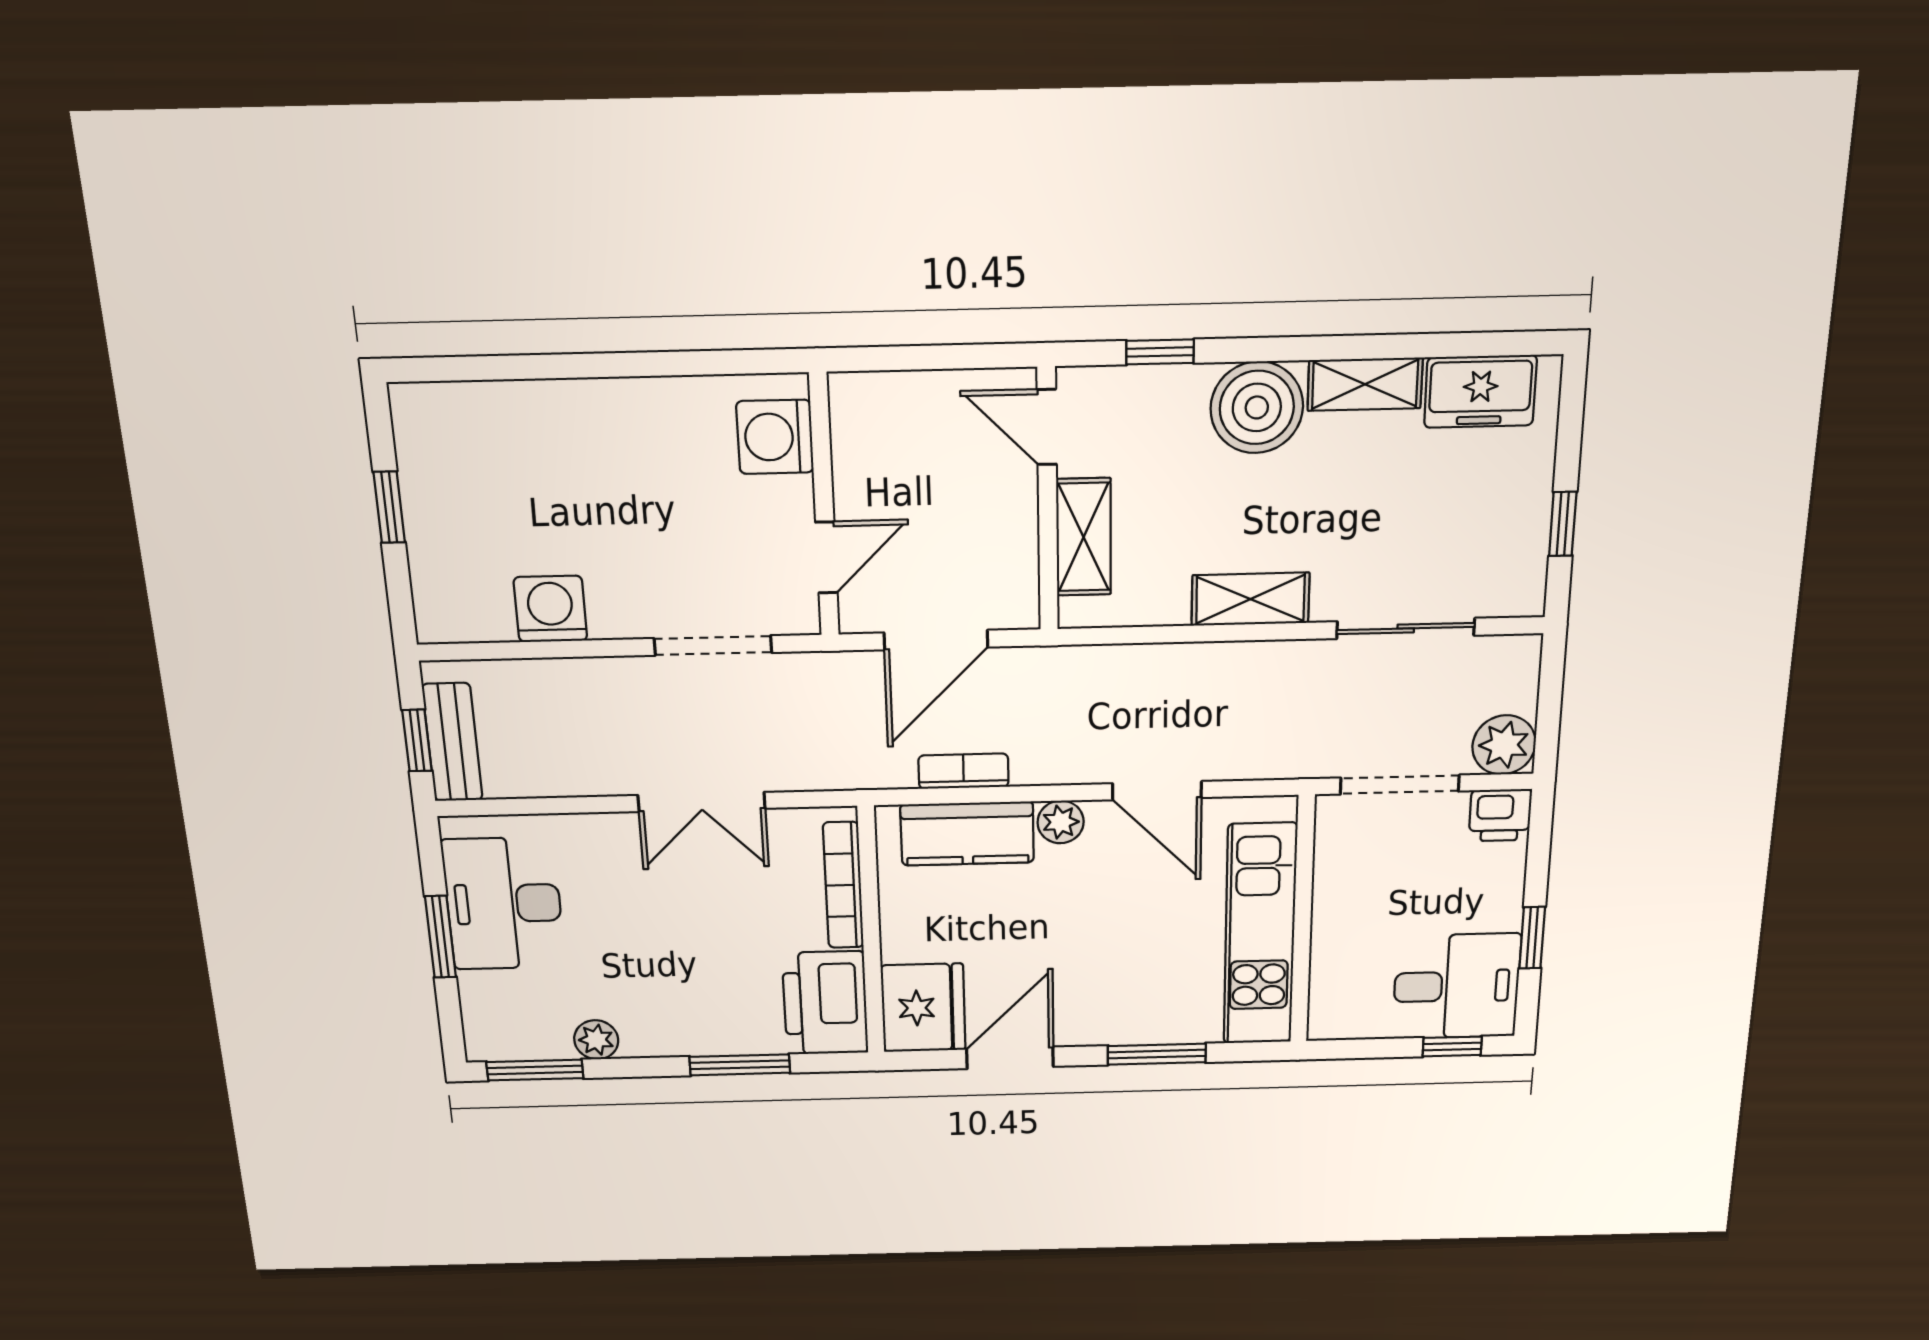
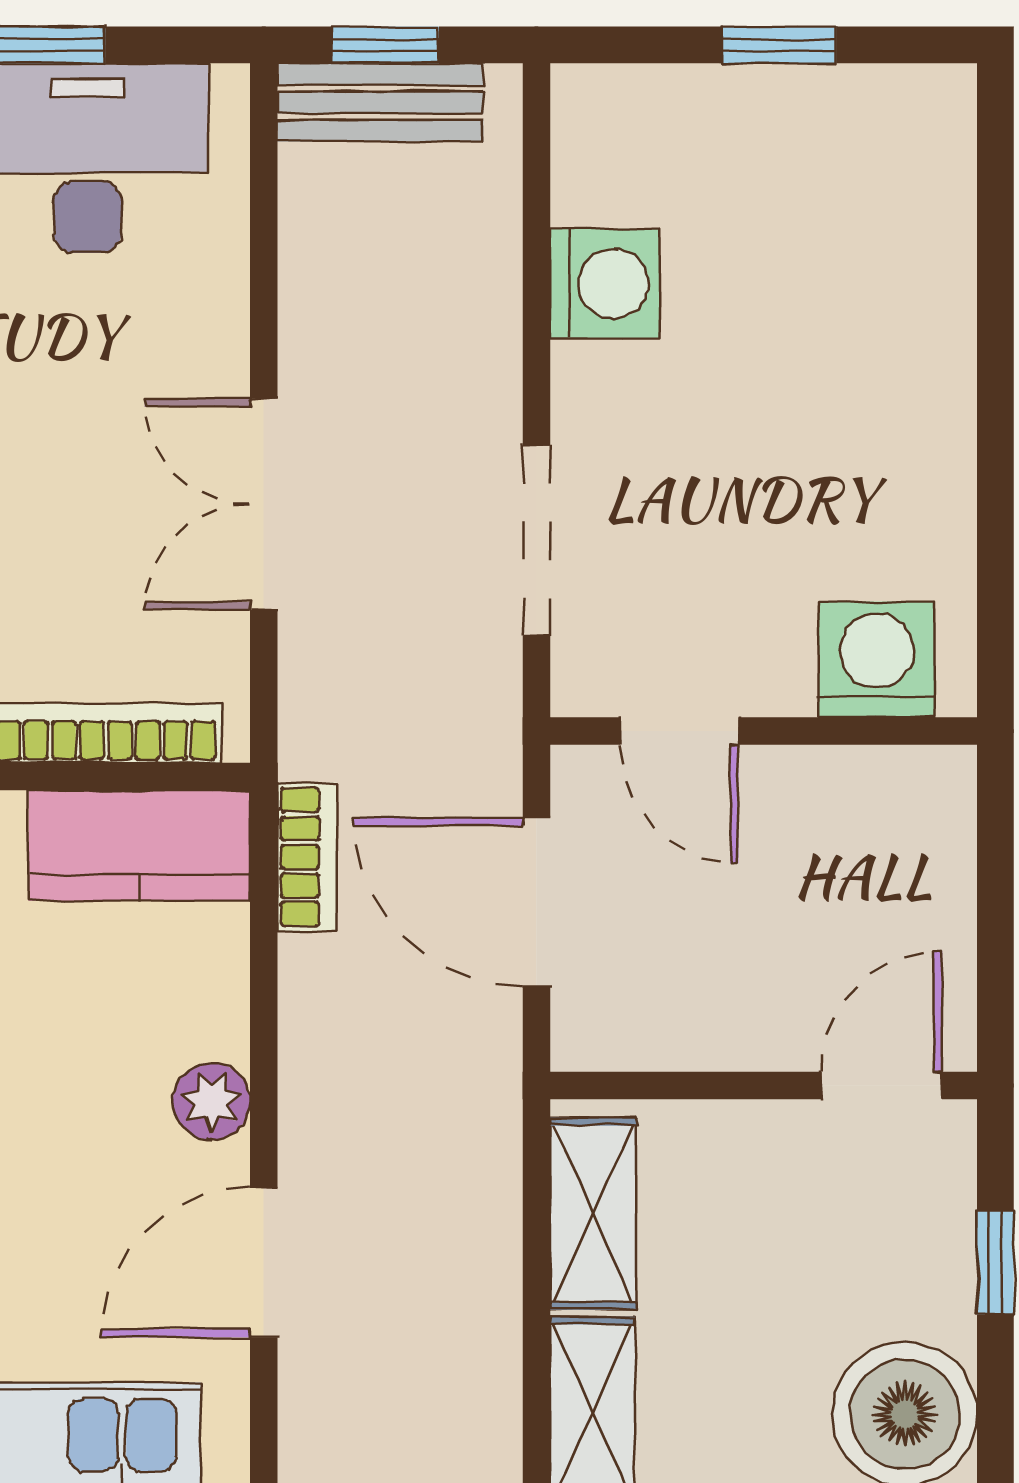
shelving: (1084, 537) -> (593, 1214), moved, turned 90
bookcase: (963, 771) -> (307, 857), moved
kitchen counter: (967, 834) -> (139, 846), moved, turned -90

